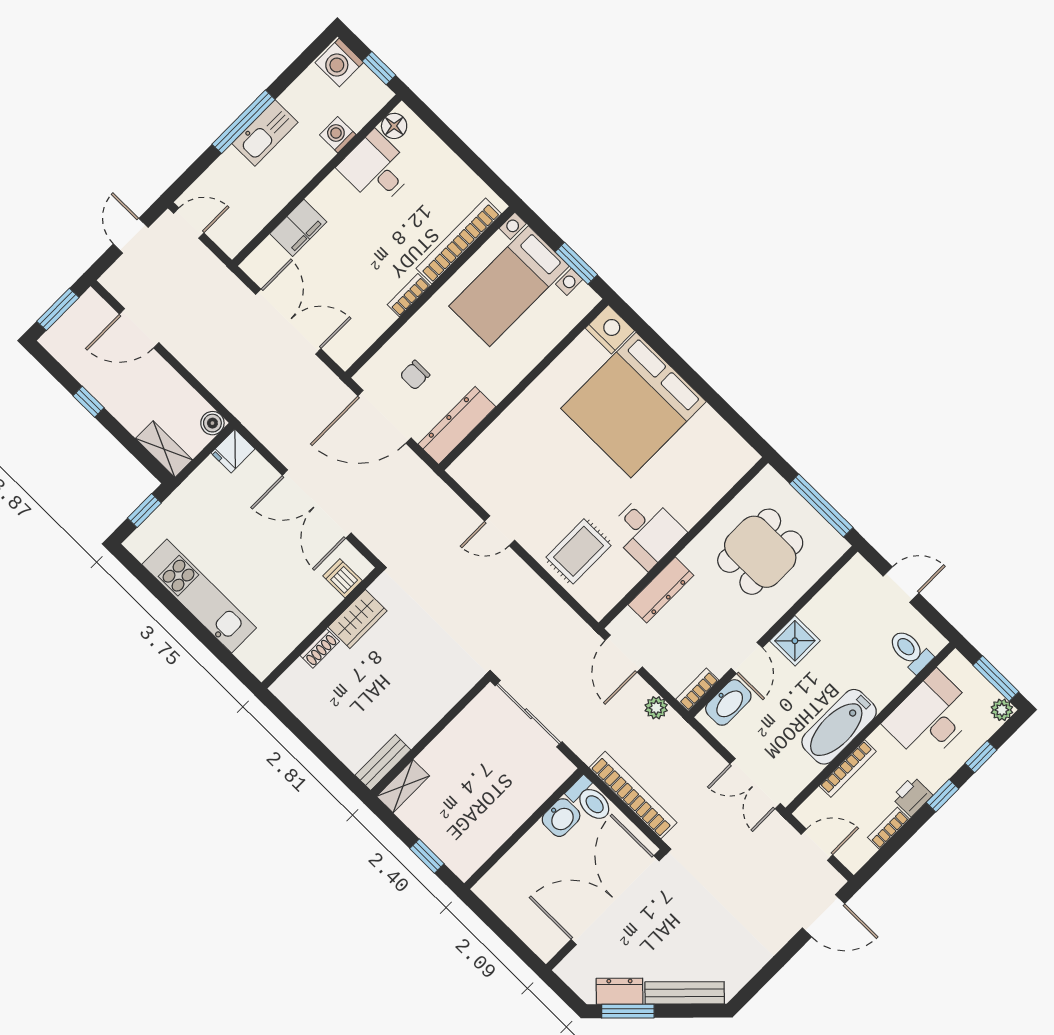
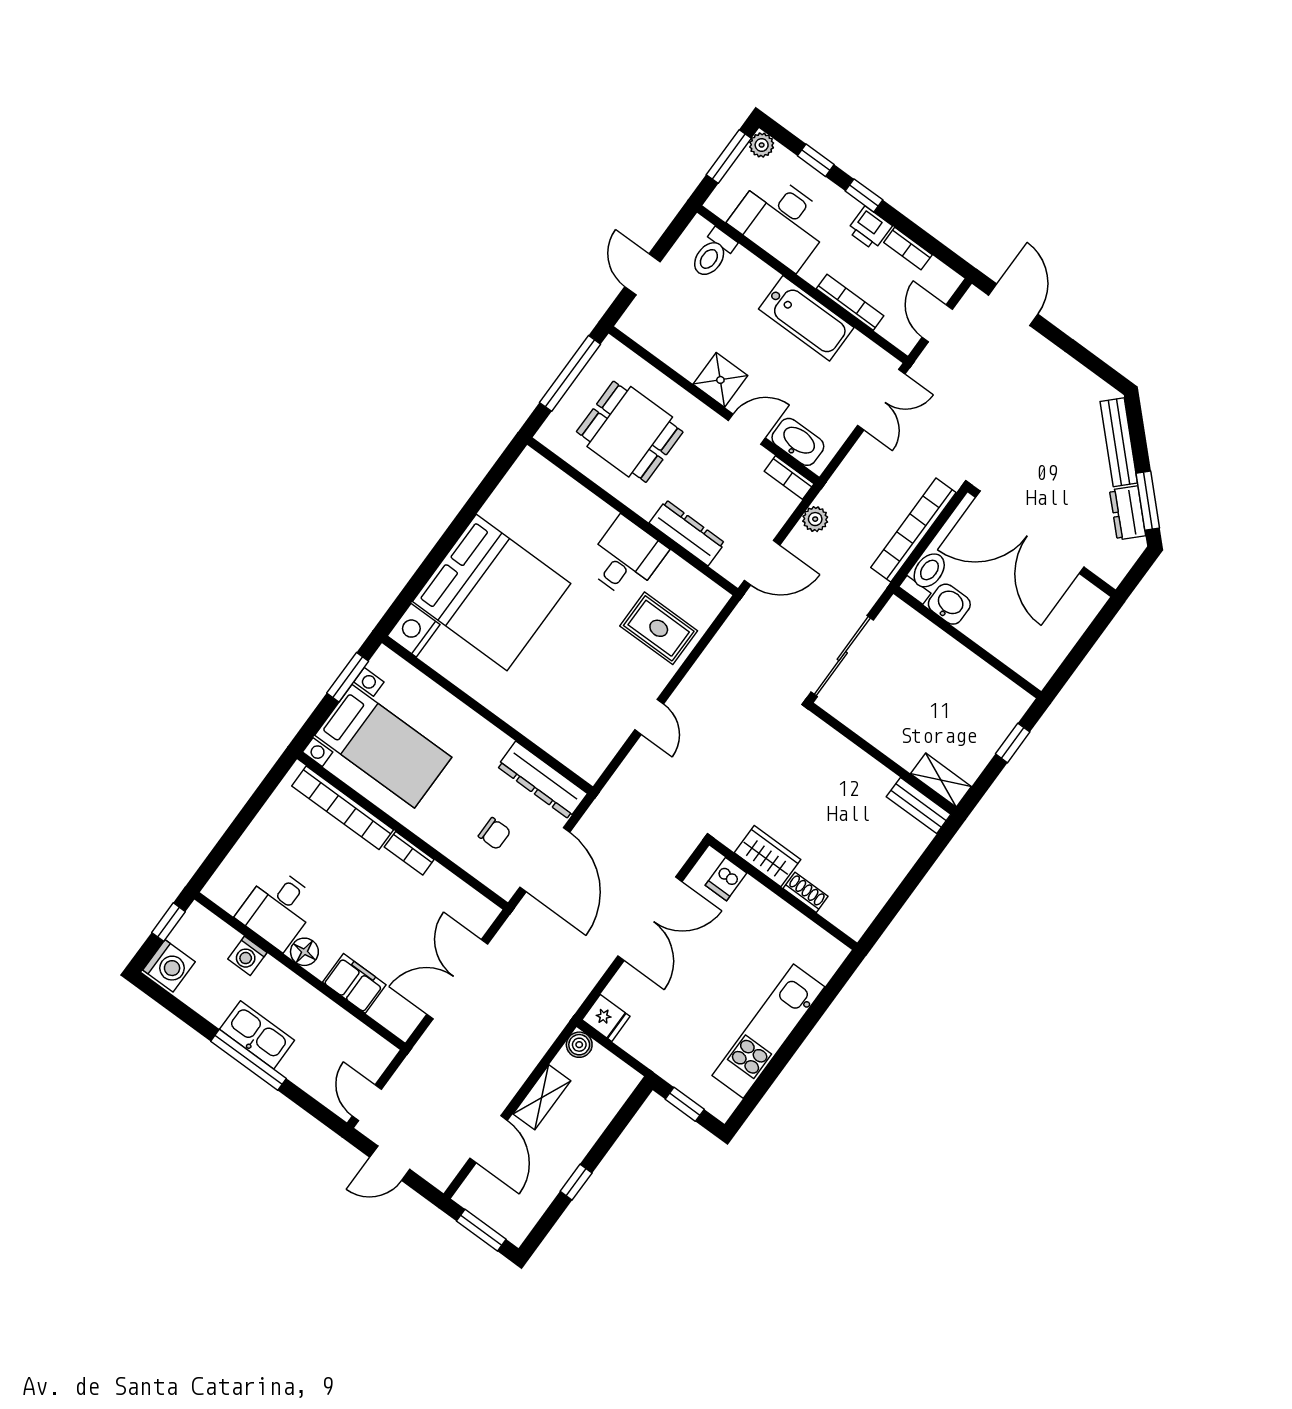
floor lamp: (394, 126) -> (304, 952), moved
shelving: (164, 449) -> (542, 1097), moved

